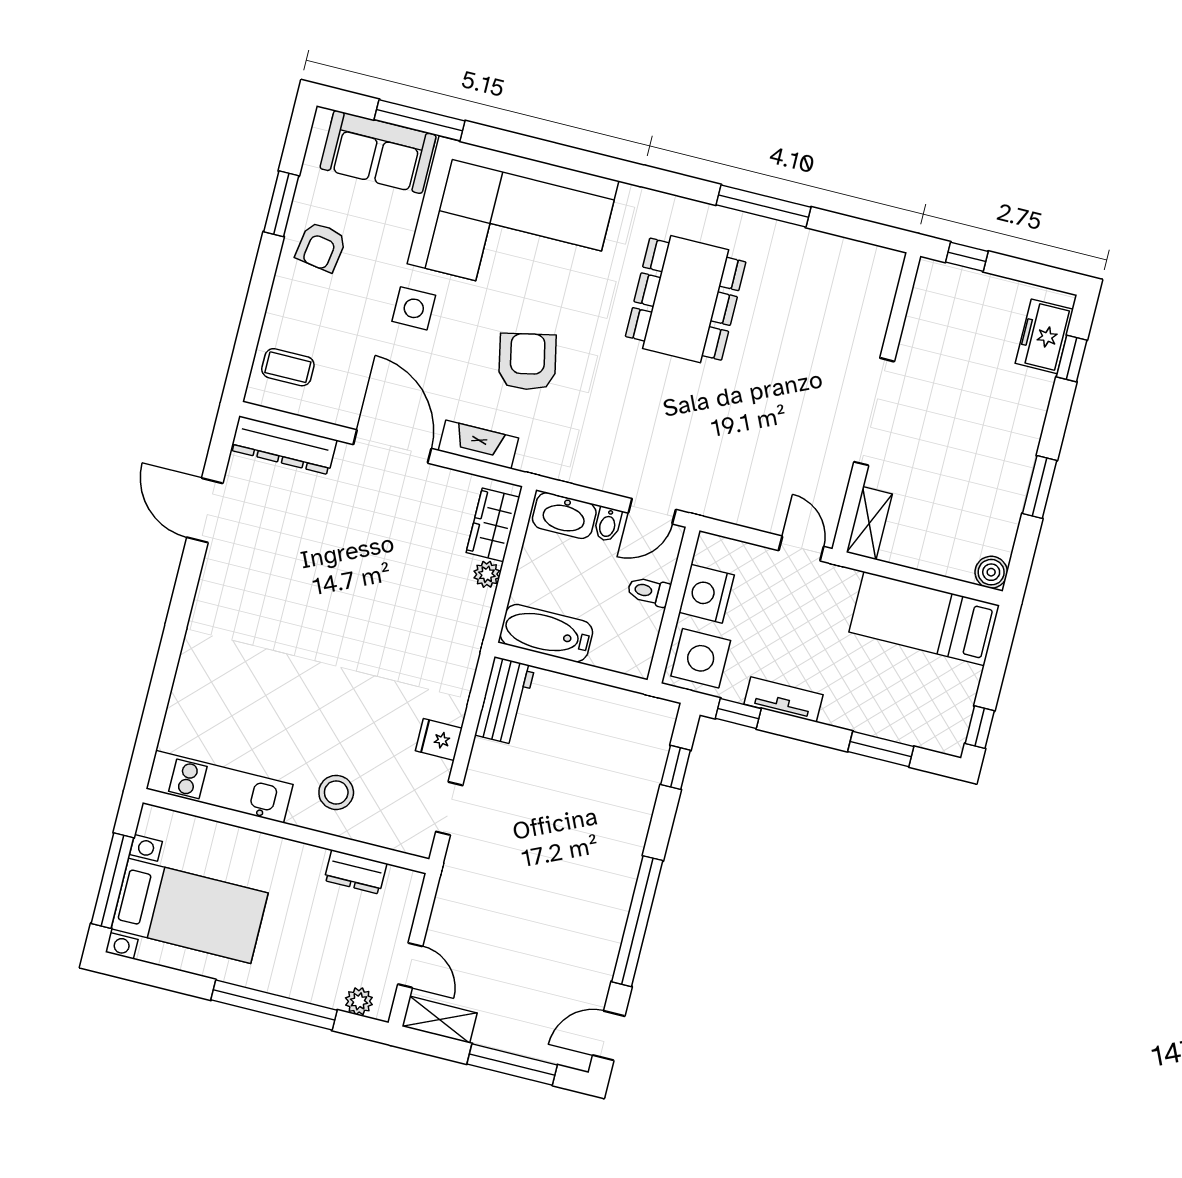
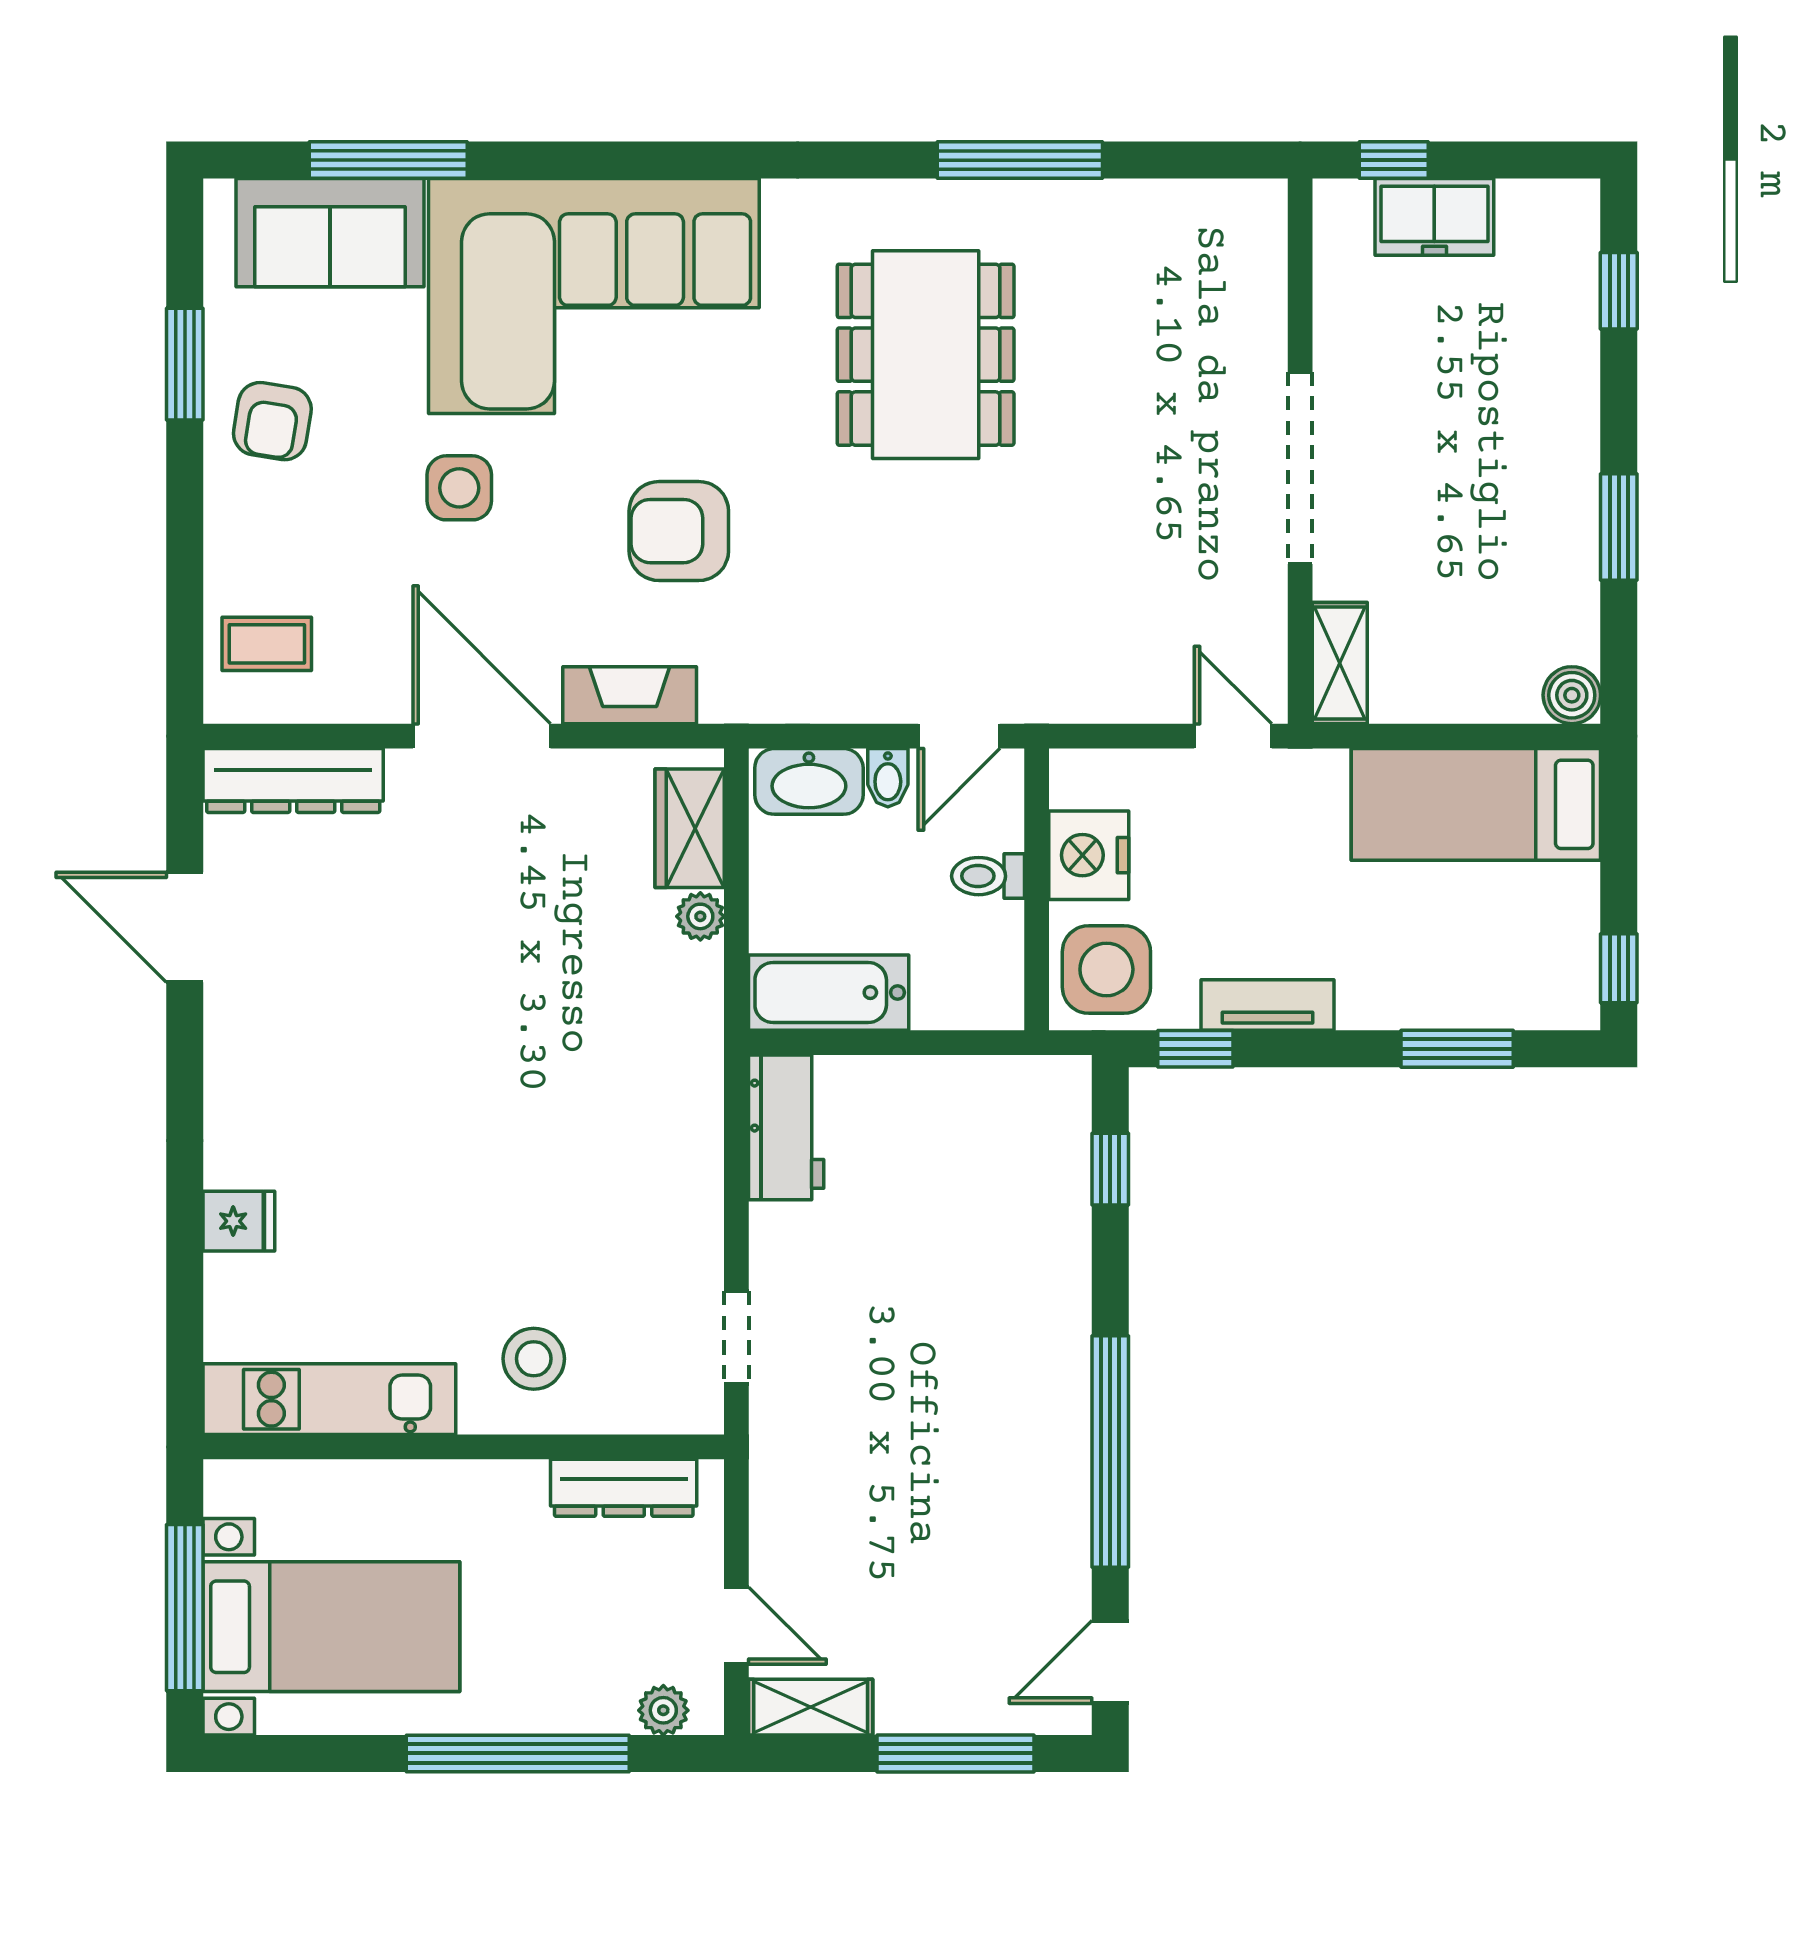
freezer: (1044, 336) -> (1434, 217), moved, turned -90
armchair: (527, 362) -> (679, 531), turned -78
fridge: (439, 739) -> (239, 1221), moved, turned 180
dresser: (356, 872) -> (624, 1488), width x1.44

